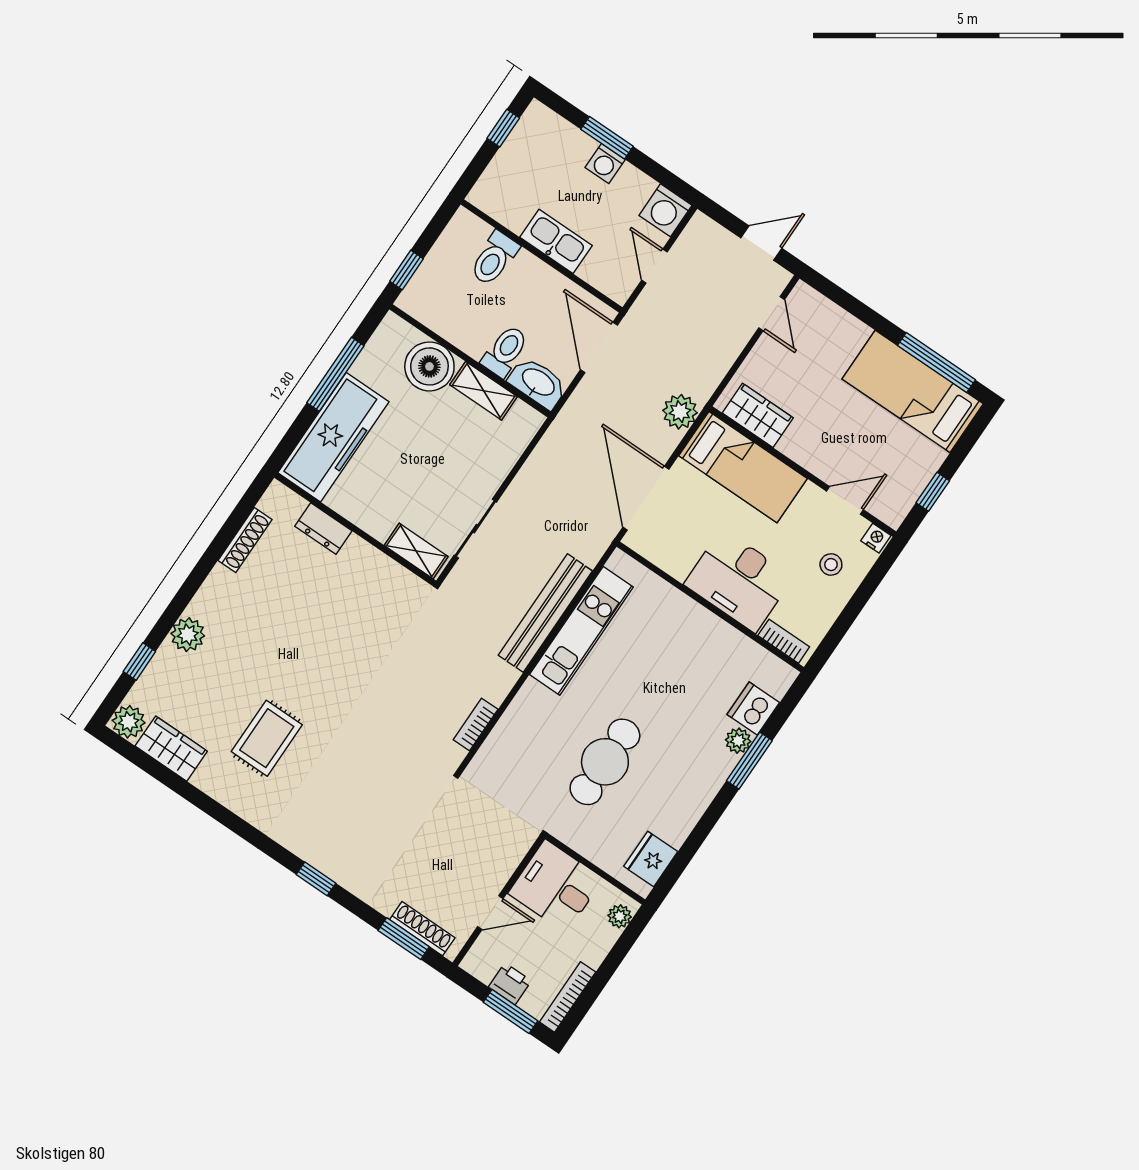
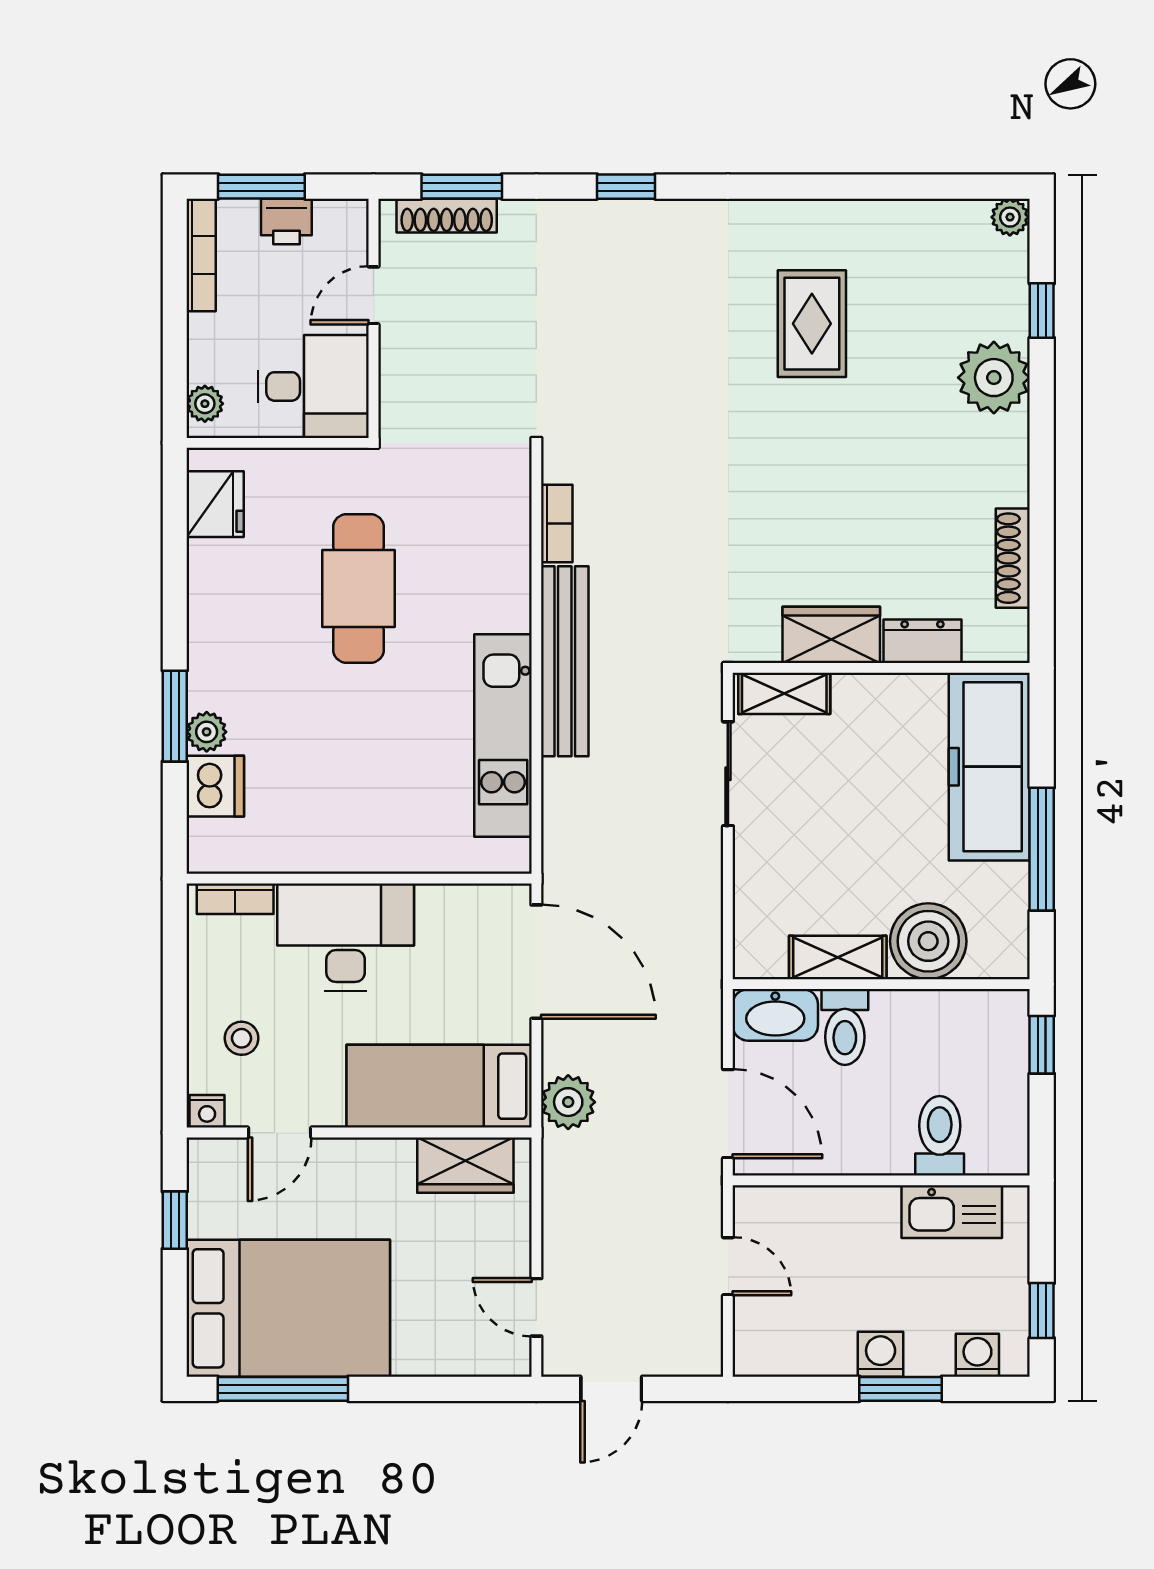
washing machine: (666, 210) -> (977, 1355), moved, width x0.73, depth x0.73
kitchen sink: (556, 241) -> (952, 1212), moved
bed: (913, 391) -> (288, 1308), width x1.50
bench: (545, 613) -> (565, 661), moved
plant: (188, 635) -> (994, 378), width x1.36, depth x1.36
plant: (129, 722) -> (1010, 217), width x0.73, depth x0.73
wardrobe: (171, 749) -> (831, 635), moved, turned 180

